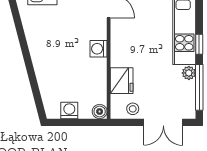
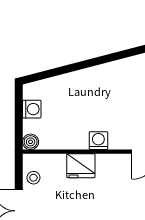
fridge: (122, 81) -> (81, 166), moved

